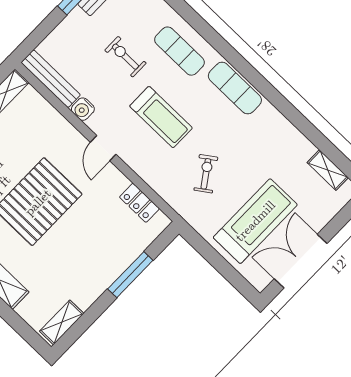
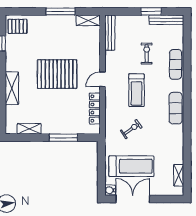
exercise mat: (179, 51) -> (176, 64), moved
water cooler: (83, 109) -> (110, 190), moved
locker: (139, 203) -> (95, 108), width x1.53
shelving: (62, 322) -> (29, 129), moved

